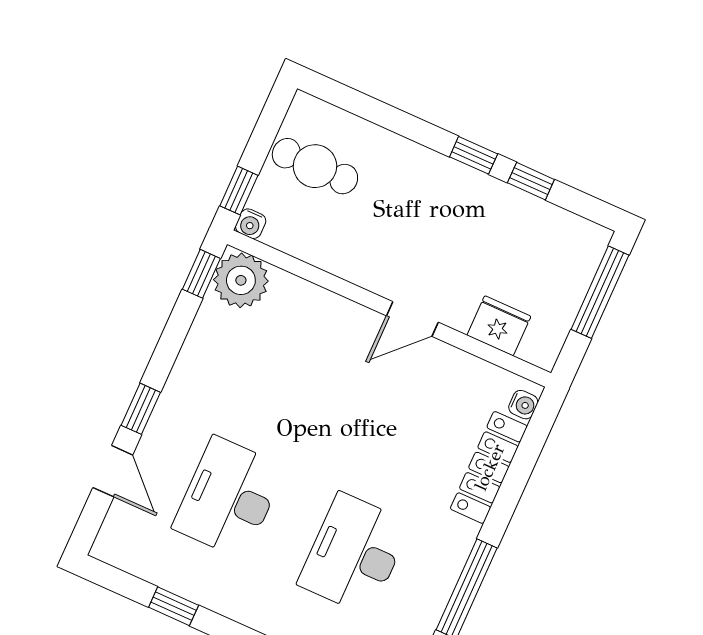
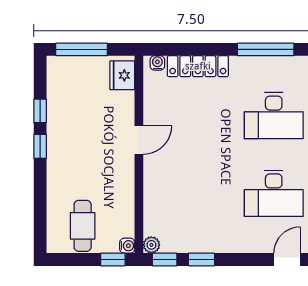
plant: (241, 280) -> (151, 245), width x0.53, depth x0.53
door: (412, 319) -> (139, 140), hinge flipped
fridge: (499, 326) -> (122, 75), moved
window: (141, 409) -> (201, 260), moved

